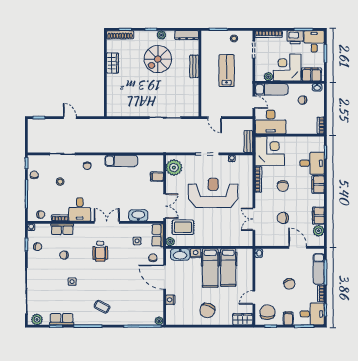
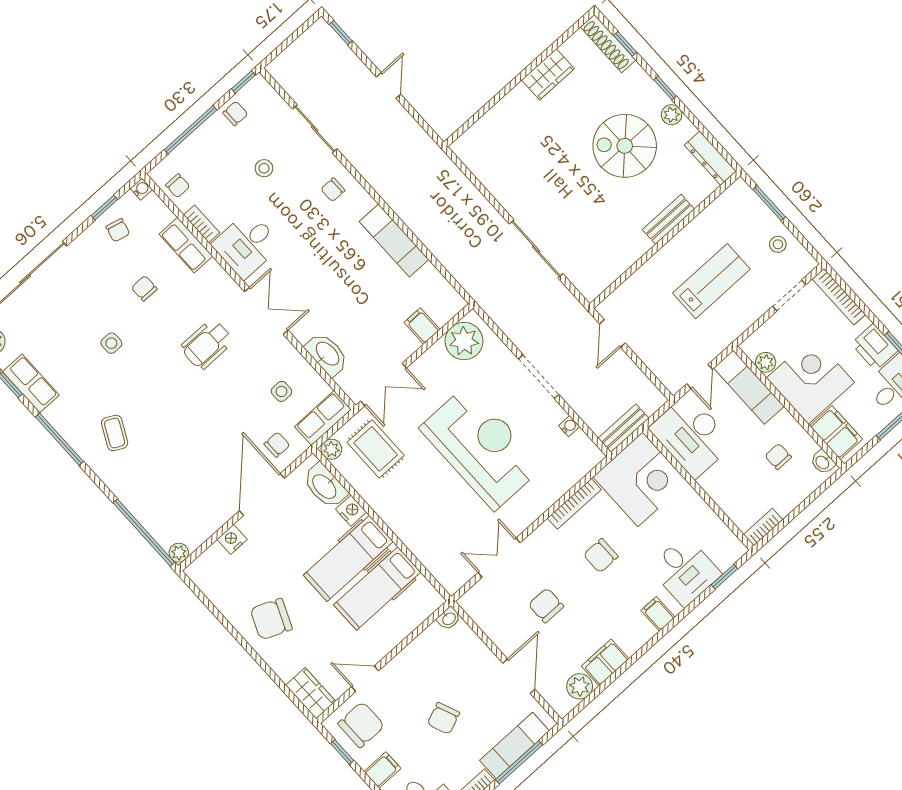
filing cabinet: (318, 184) -> (658, 614), width x0.50

